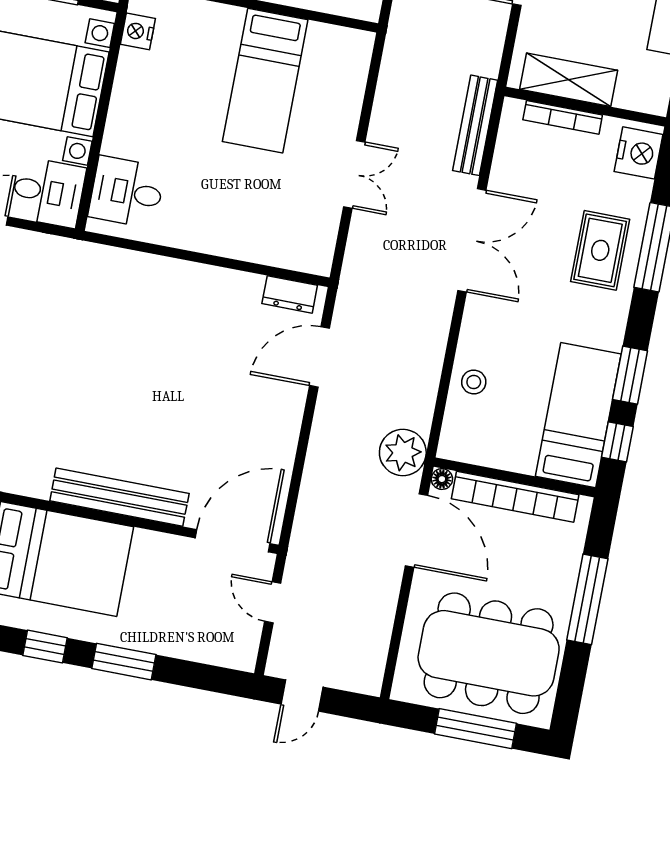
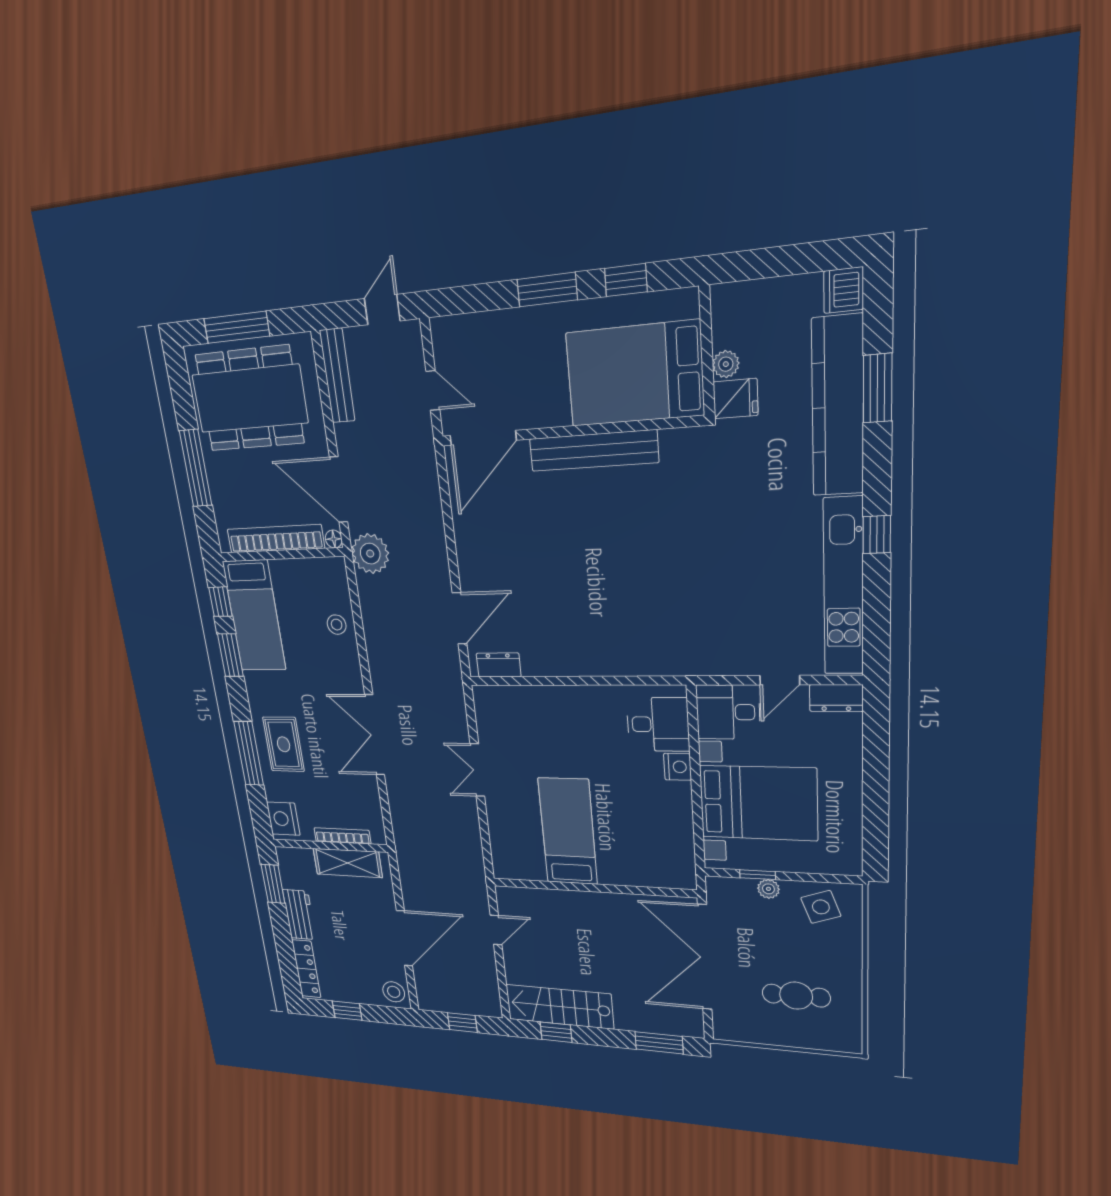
nightstand: (138, 31) -> (678, 767), moved
bench: (475, 125) -> (337, 376), moved

